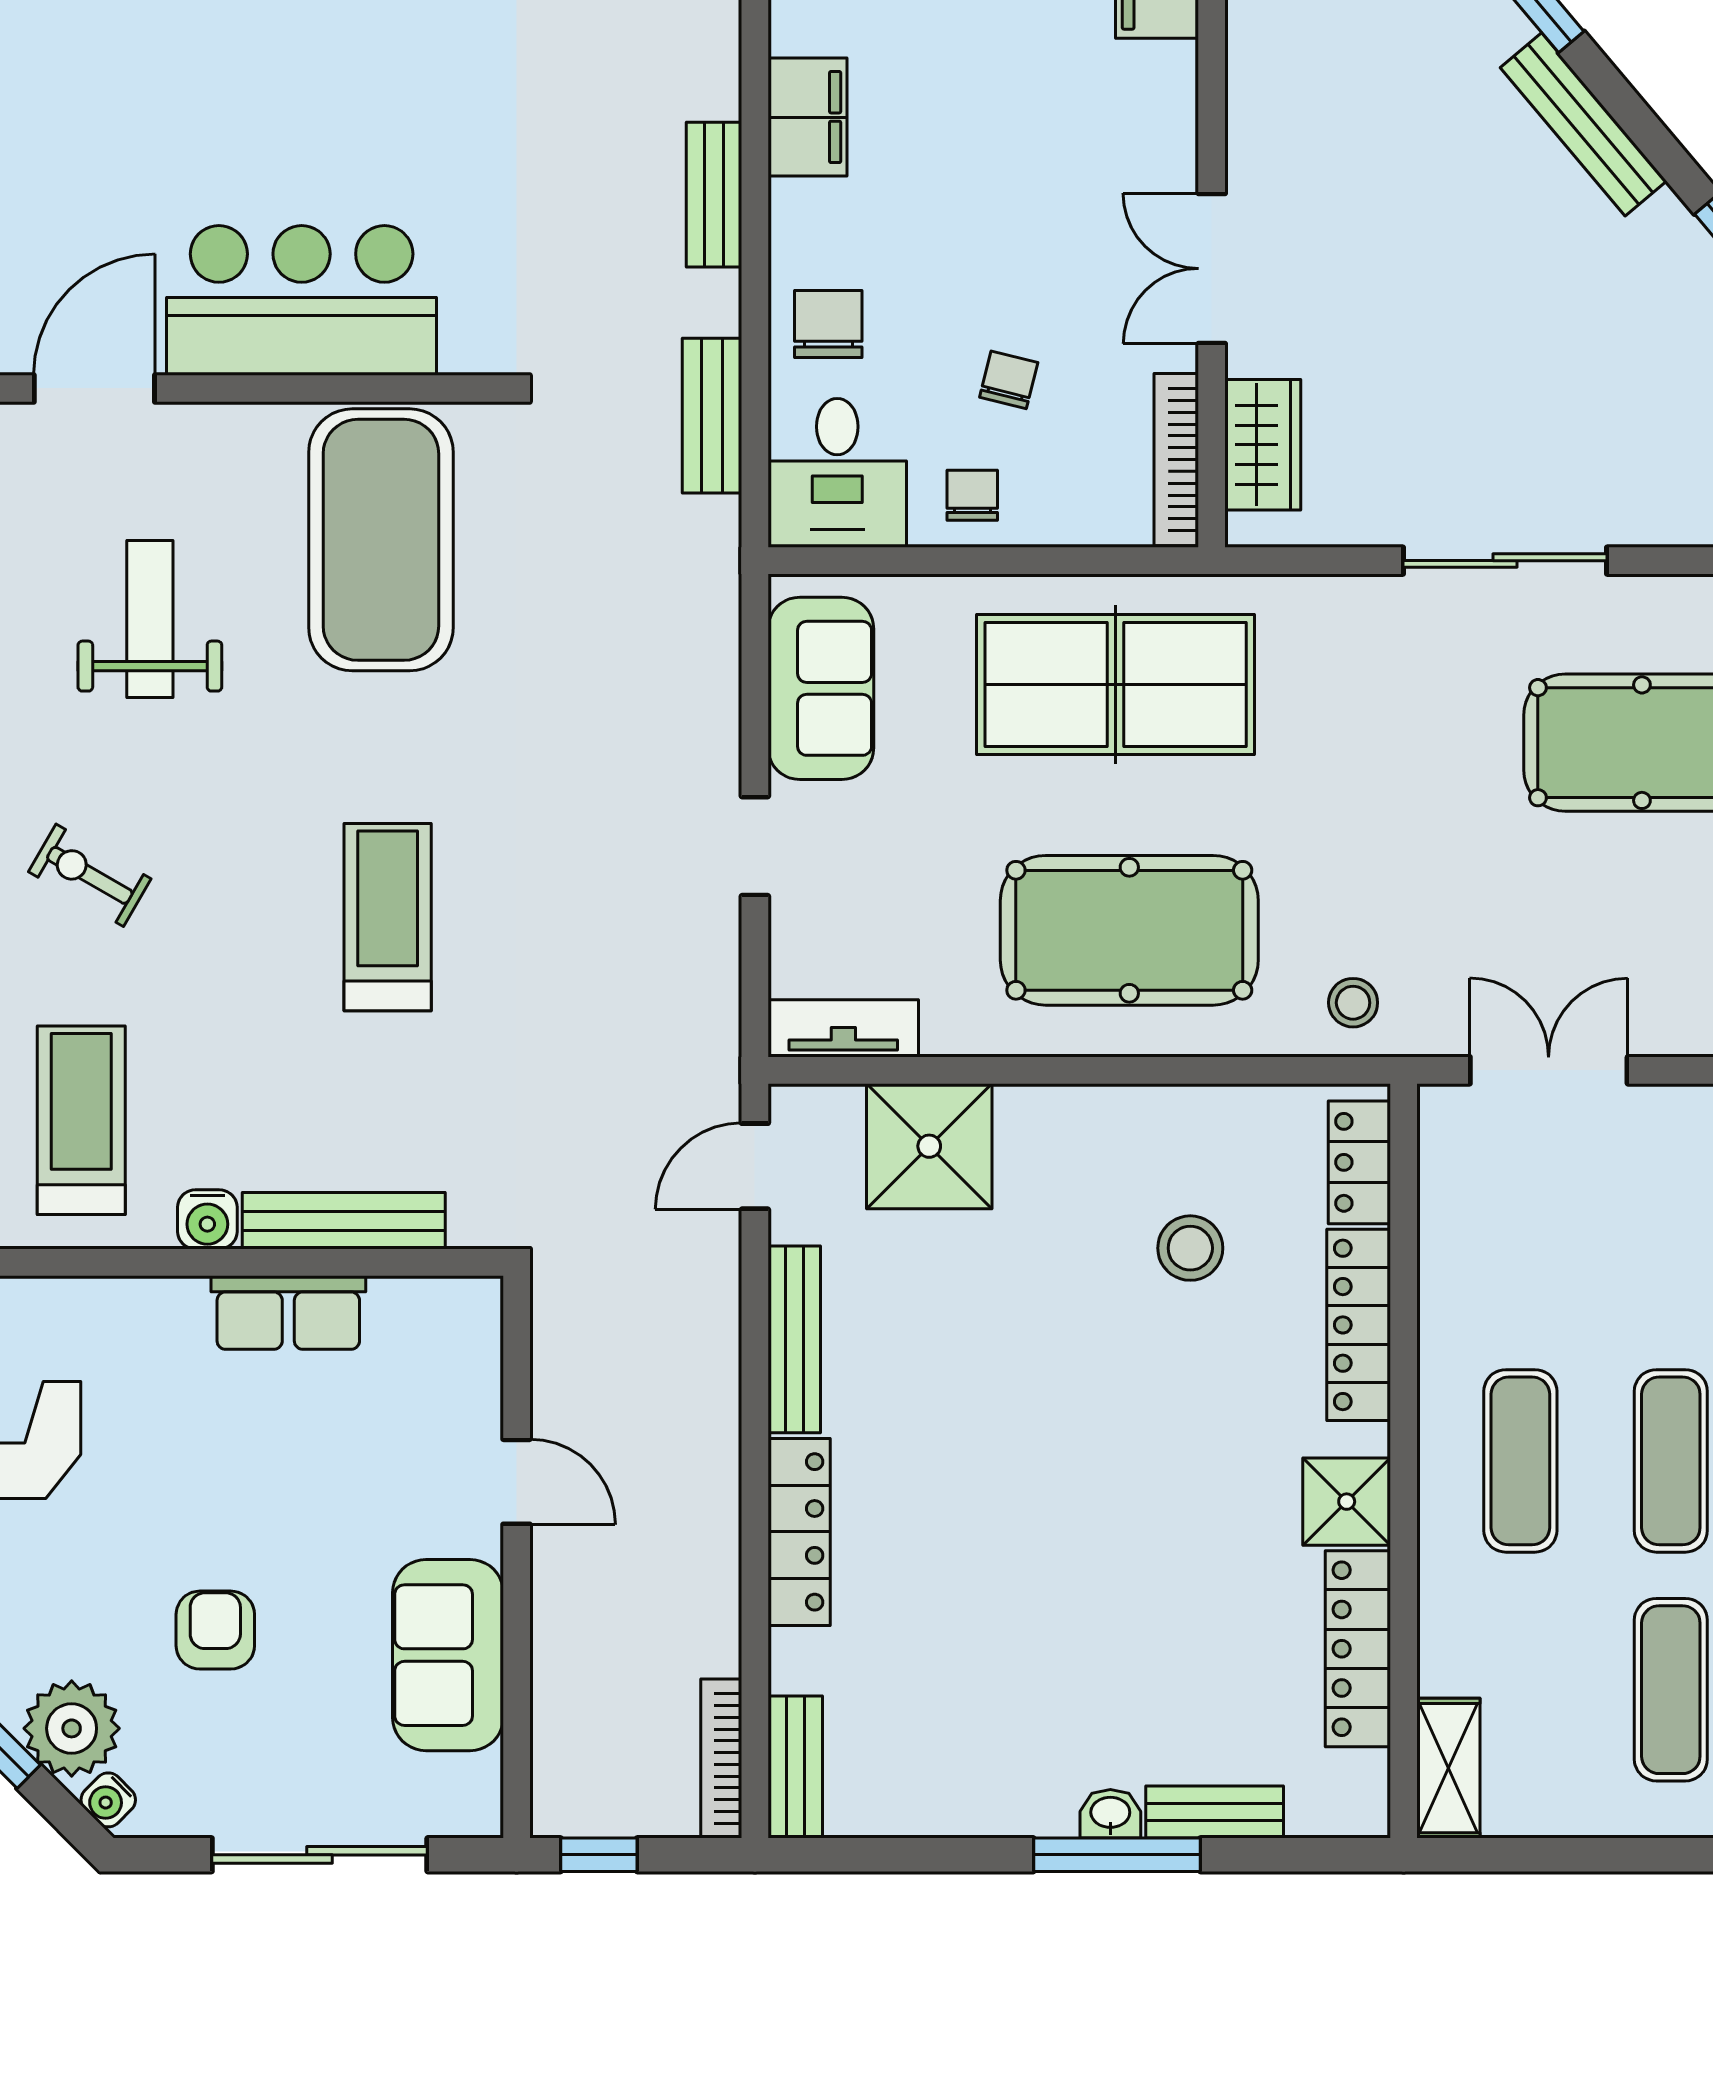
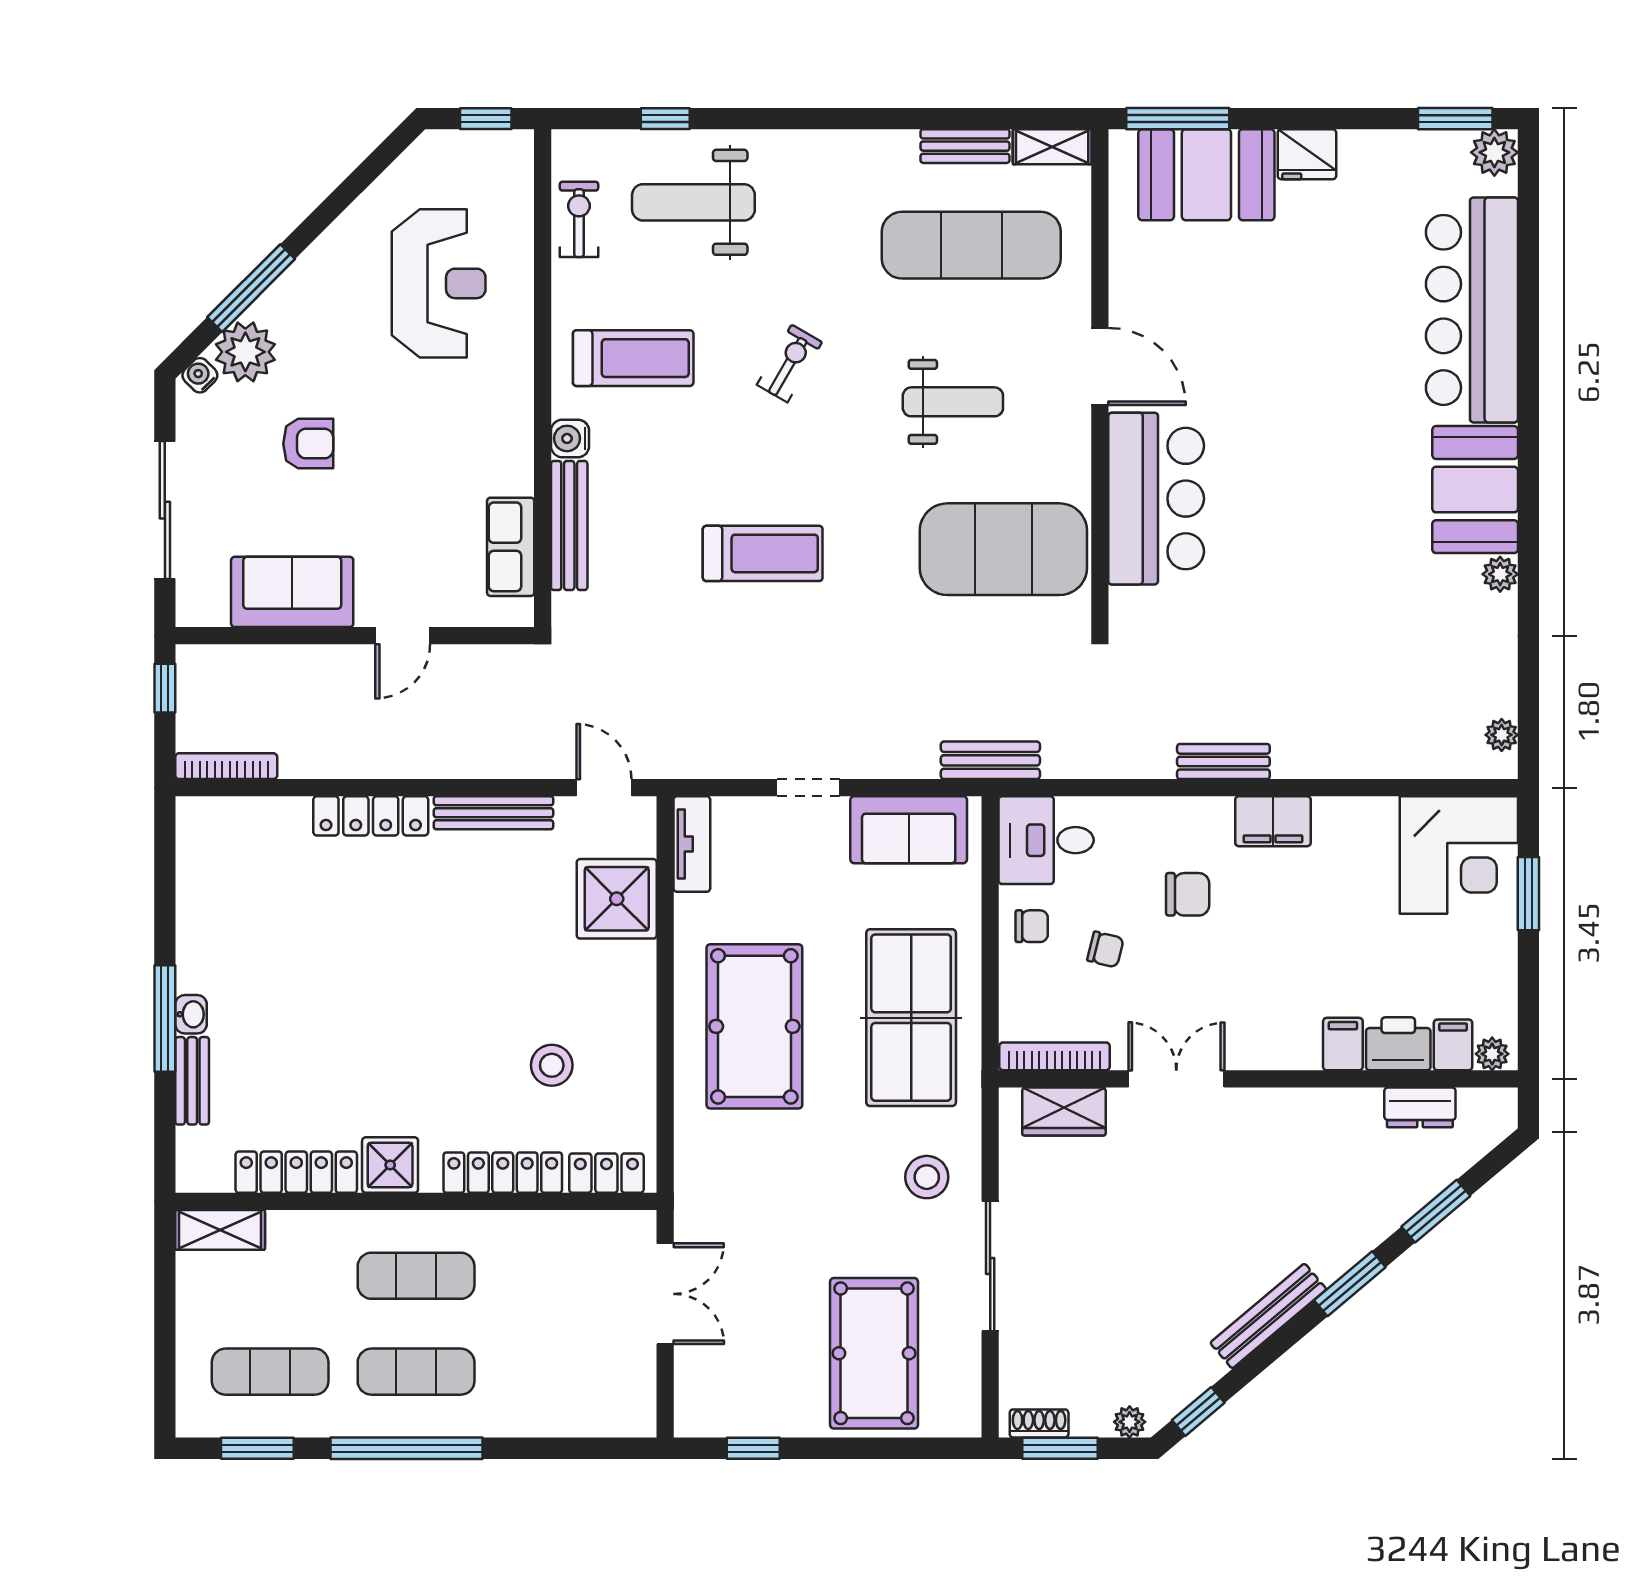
chair: (828, 324) -> (1188, 894), moved
bench: (712, 416) -> (990, 760), moved
stool: (1353, 1003) -> (927, 1177), moved, width x1.37, depth x1.37
row of seats: (288, 1313) -> (511, 547), moved
bench: (795, 1767) -> (221, 813), removed

